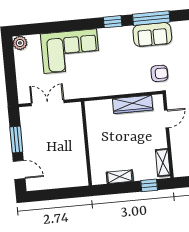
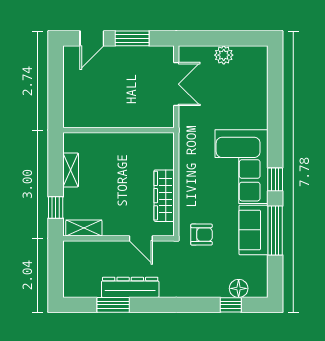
plant: (20, 43) -> (224, 55), moved
corner sofa: (70, 51) -> (242, 167), moved
armchair: (159, 73) -> (201, 235), turned -90

